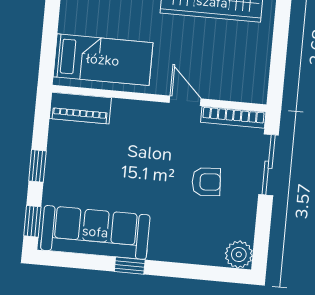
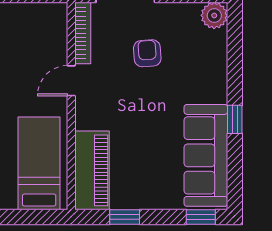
piano: (80, 108) -> (92, 170), width x1.37, depth x1.33
window: (37, 166) -> (125, 217), moved

